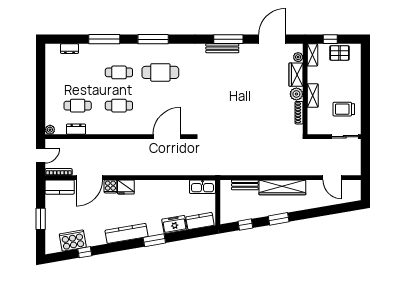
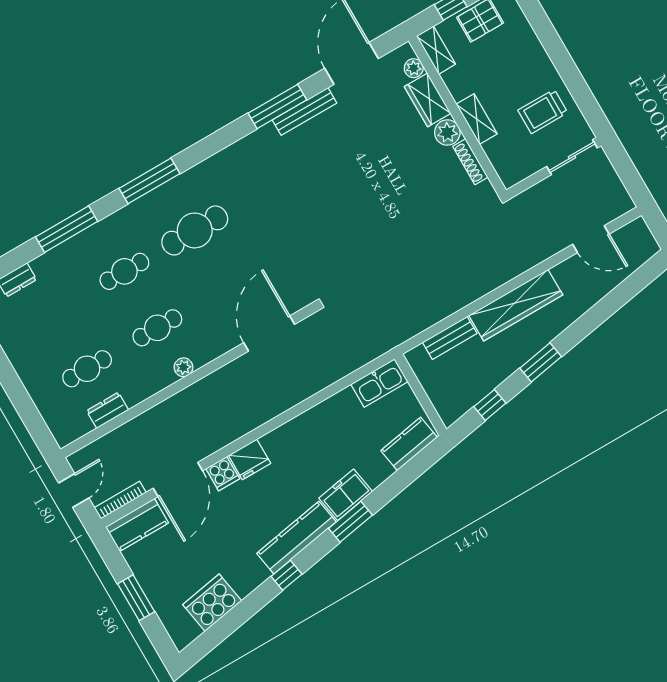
bench: (222, 48) -> (305, 111), moved
plant: (50, 130) -> (183, 367), moved
freezer: (174, 225) -> (346, 495), moved
window: (85, 252) -> (286, 575), moved

